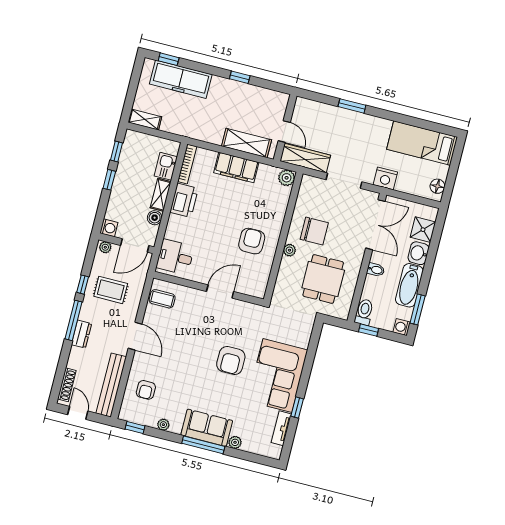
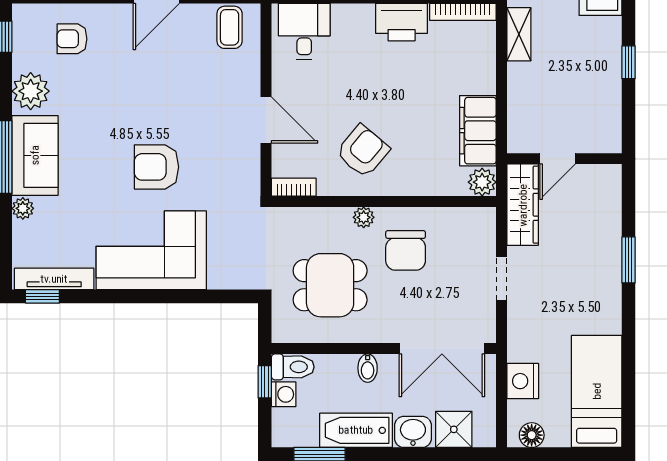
shelving: (247, 143) -> (519, 34), moved, width x0.67, depth x0.75
filing cabinet: (236, 167) -> (478, 131), moved
nightstand: (385, 178) -> (523, 381), moved
doorway: (344, 181) -> (501, 278), width x0.73
armchair: (252, 241) -> (363, 151), turned -50
bookcase: (262, 285) -> (294, 187), added
washing machine: (402, 327) -> (284, 394), moved, turned 90
window: (297, 408) -> (42, 296), moved
plant: (163, 425) -> (31, 91), width x1.88, depth x1.88
tv unit: (281, 428) -> (54, 279), width x1.41

